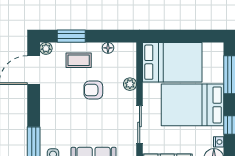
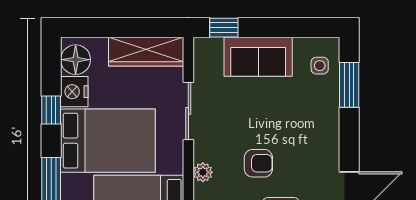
nightstand: (219, 142) -> (74, 92), width x1.89, depth x1.79

